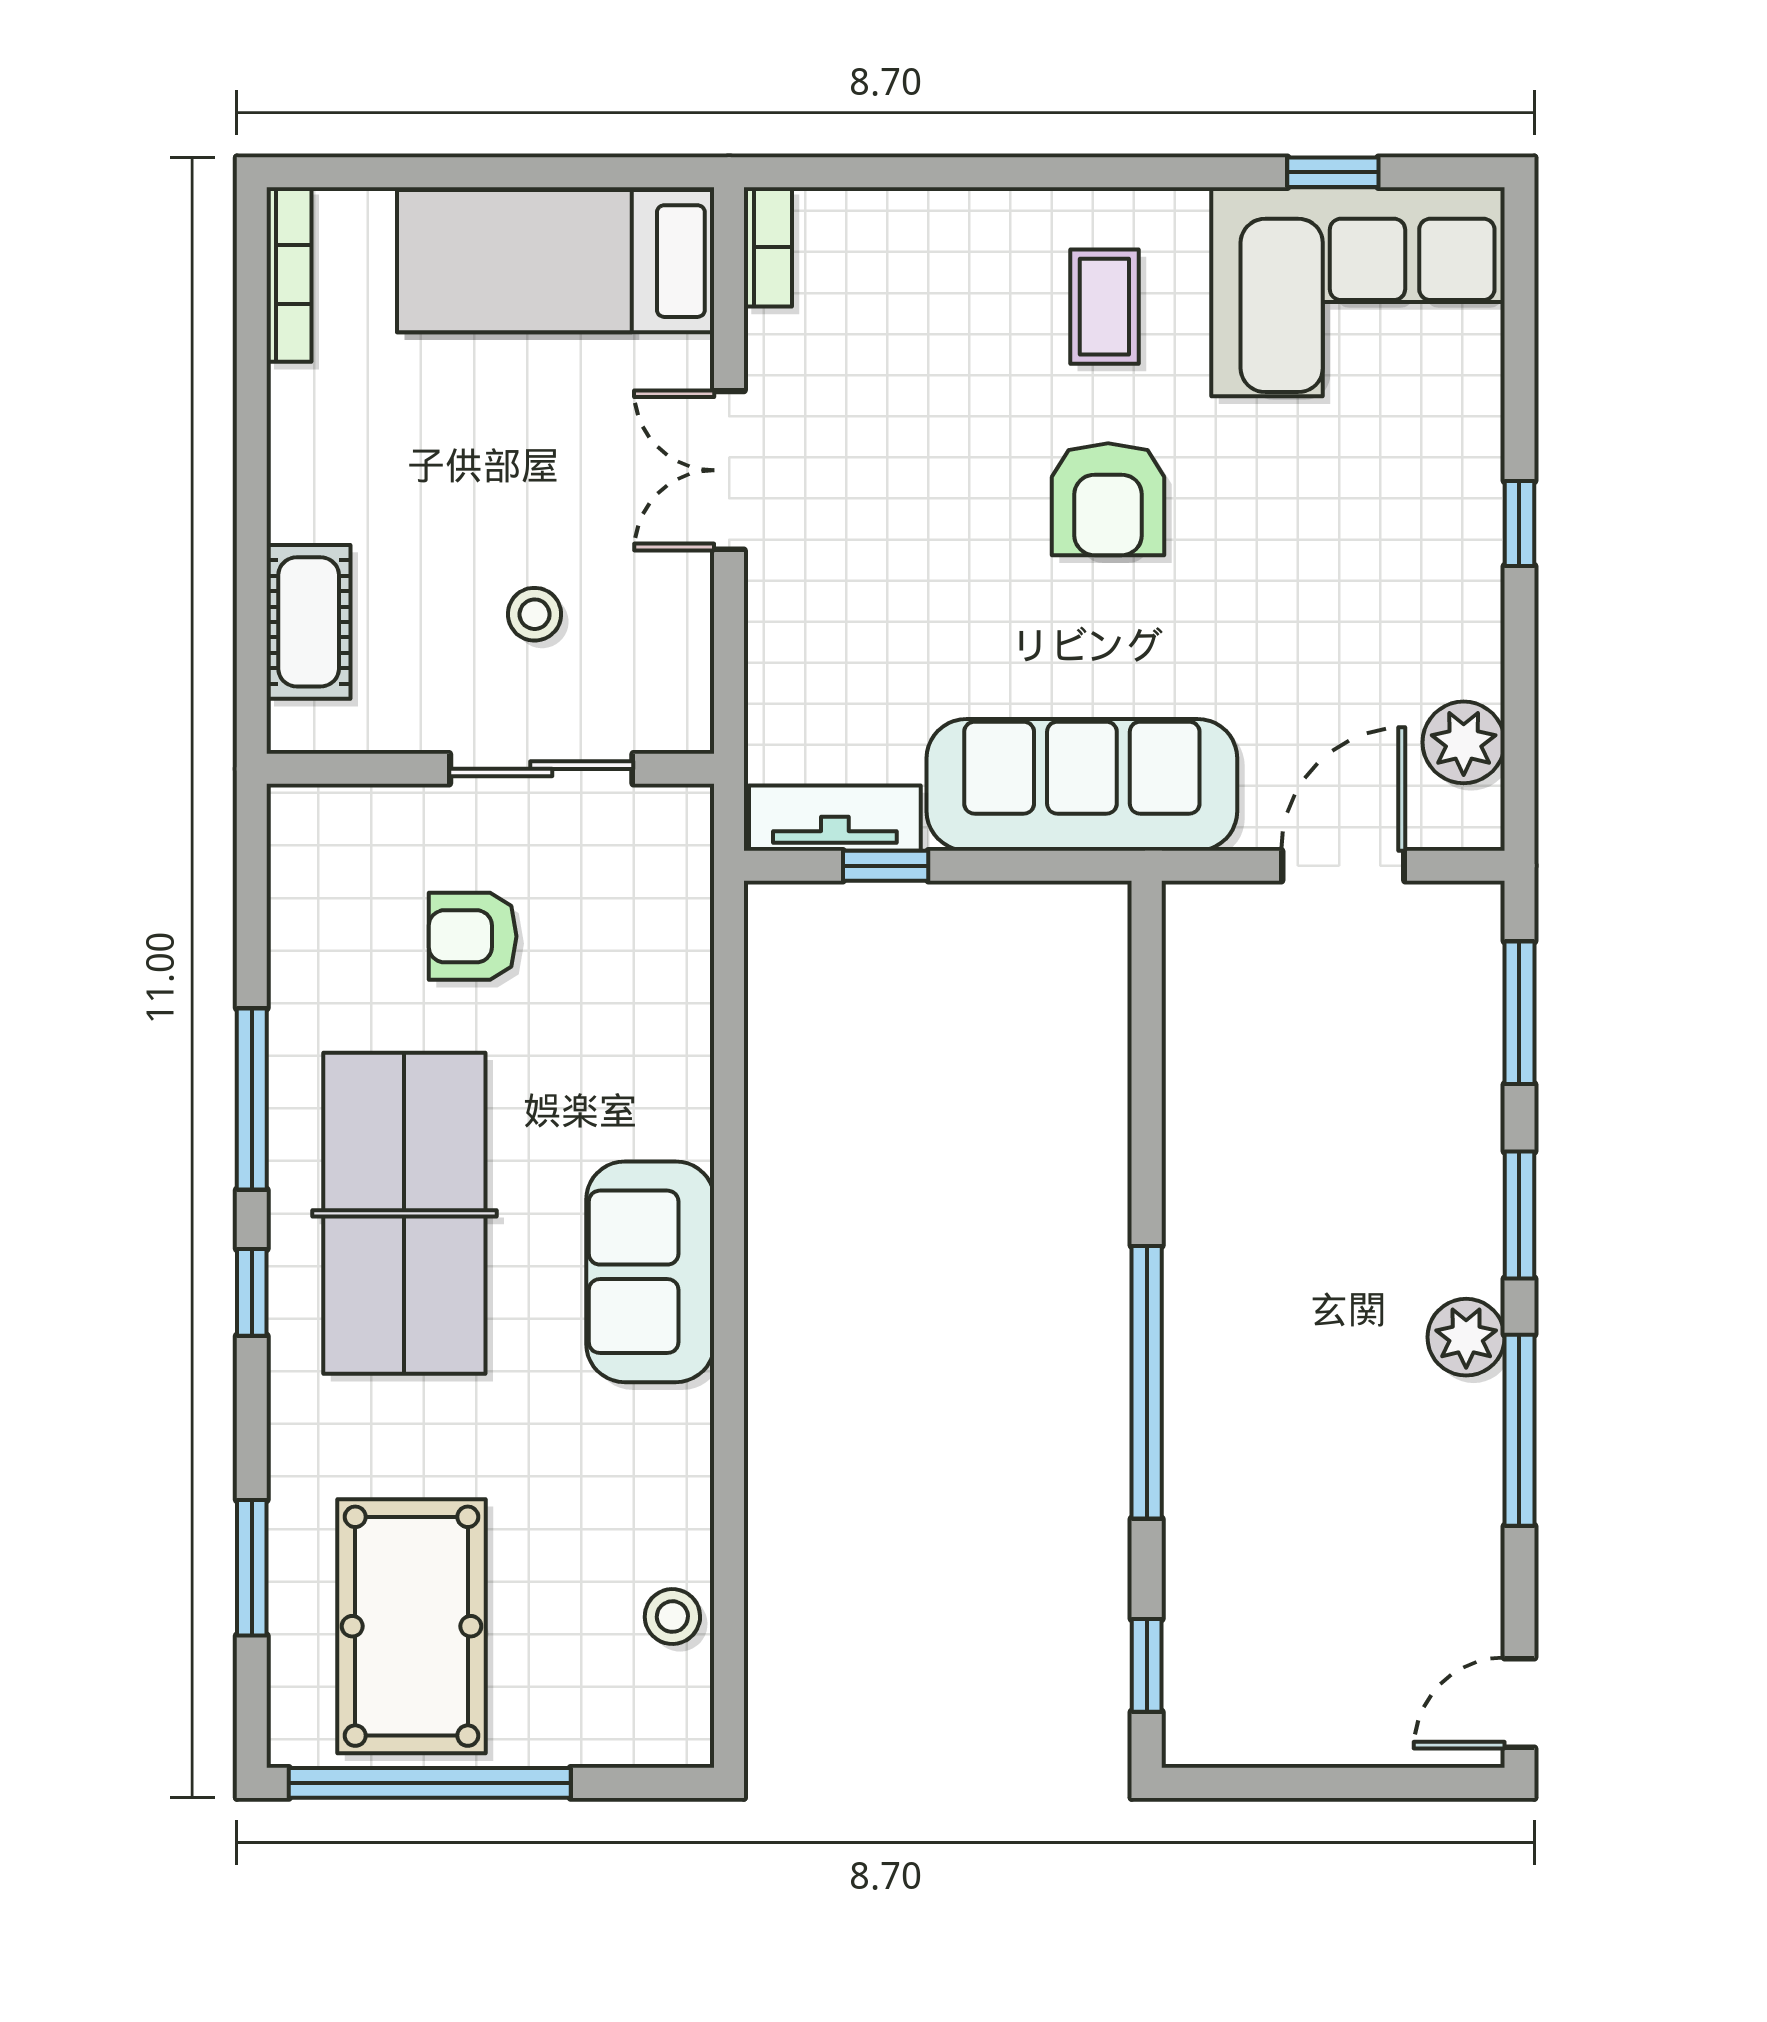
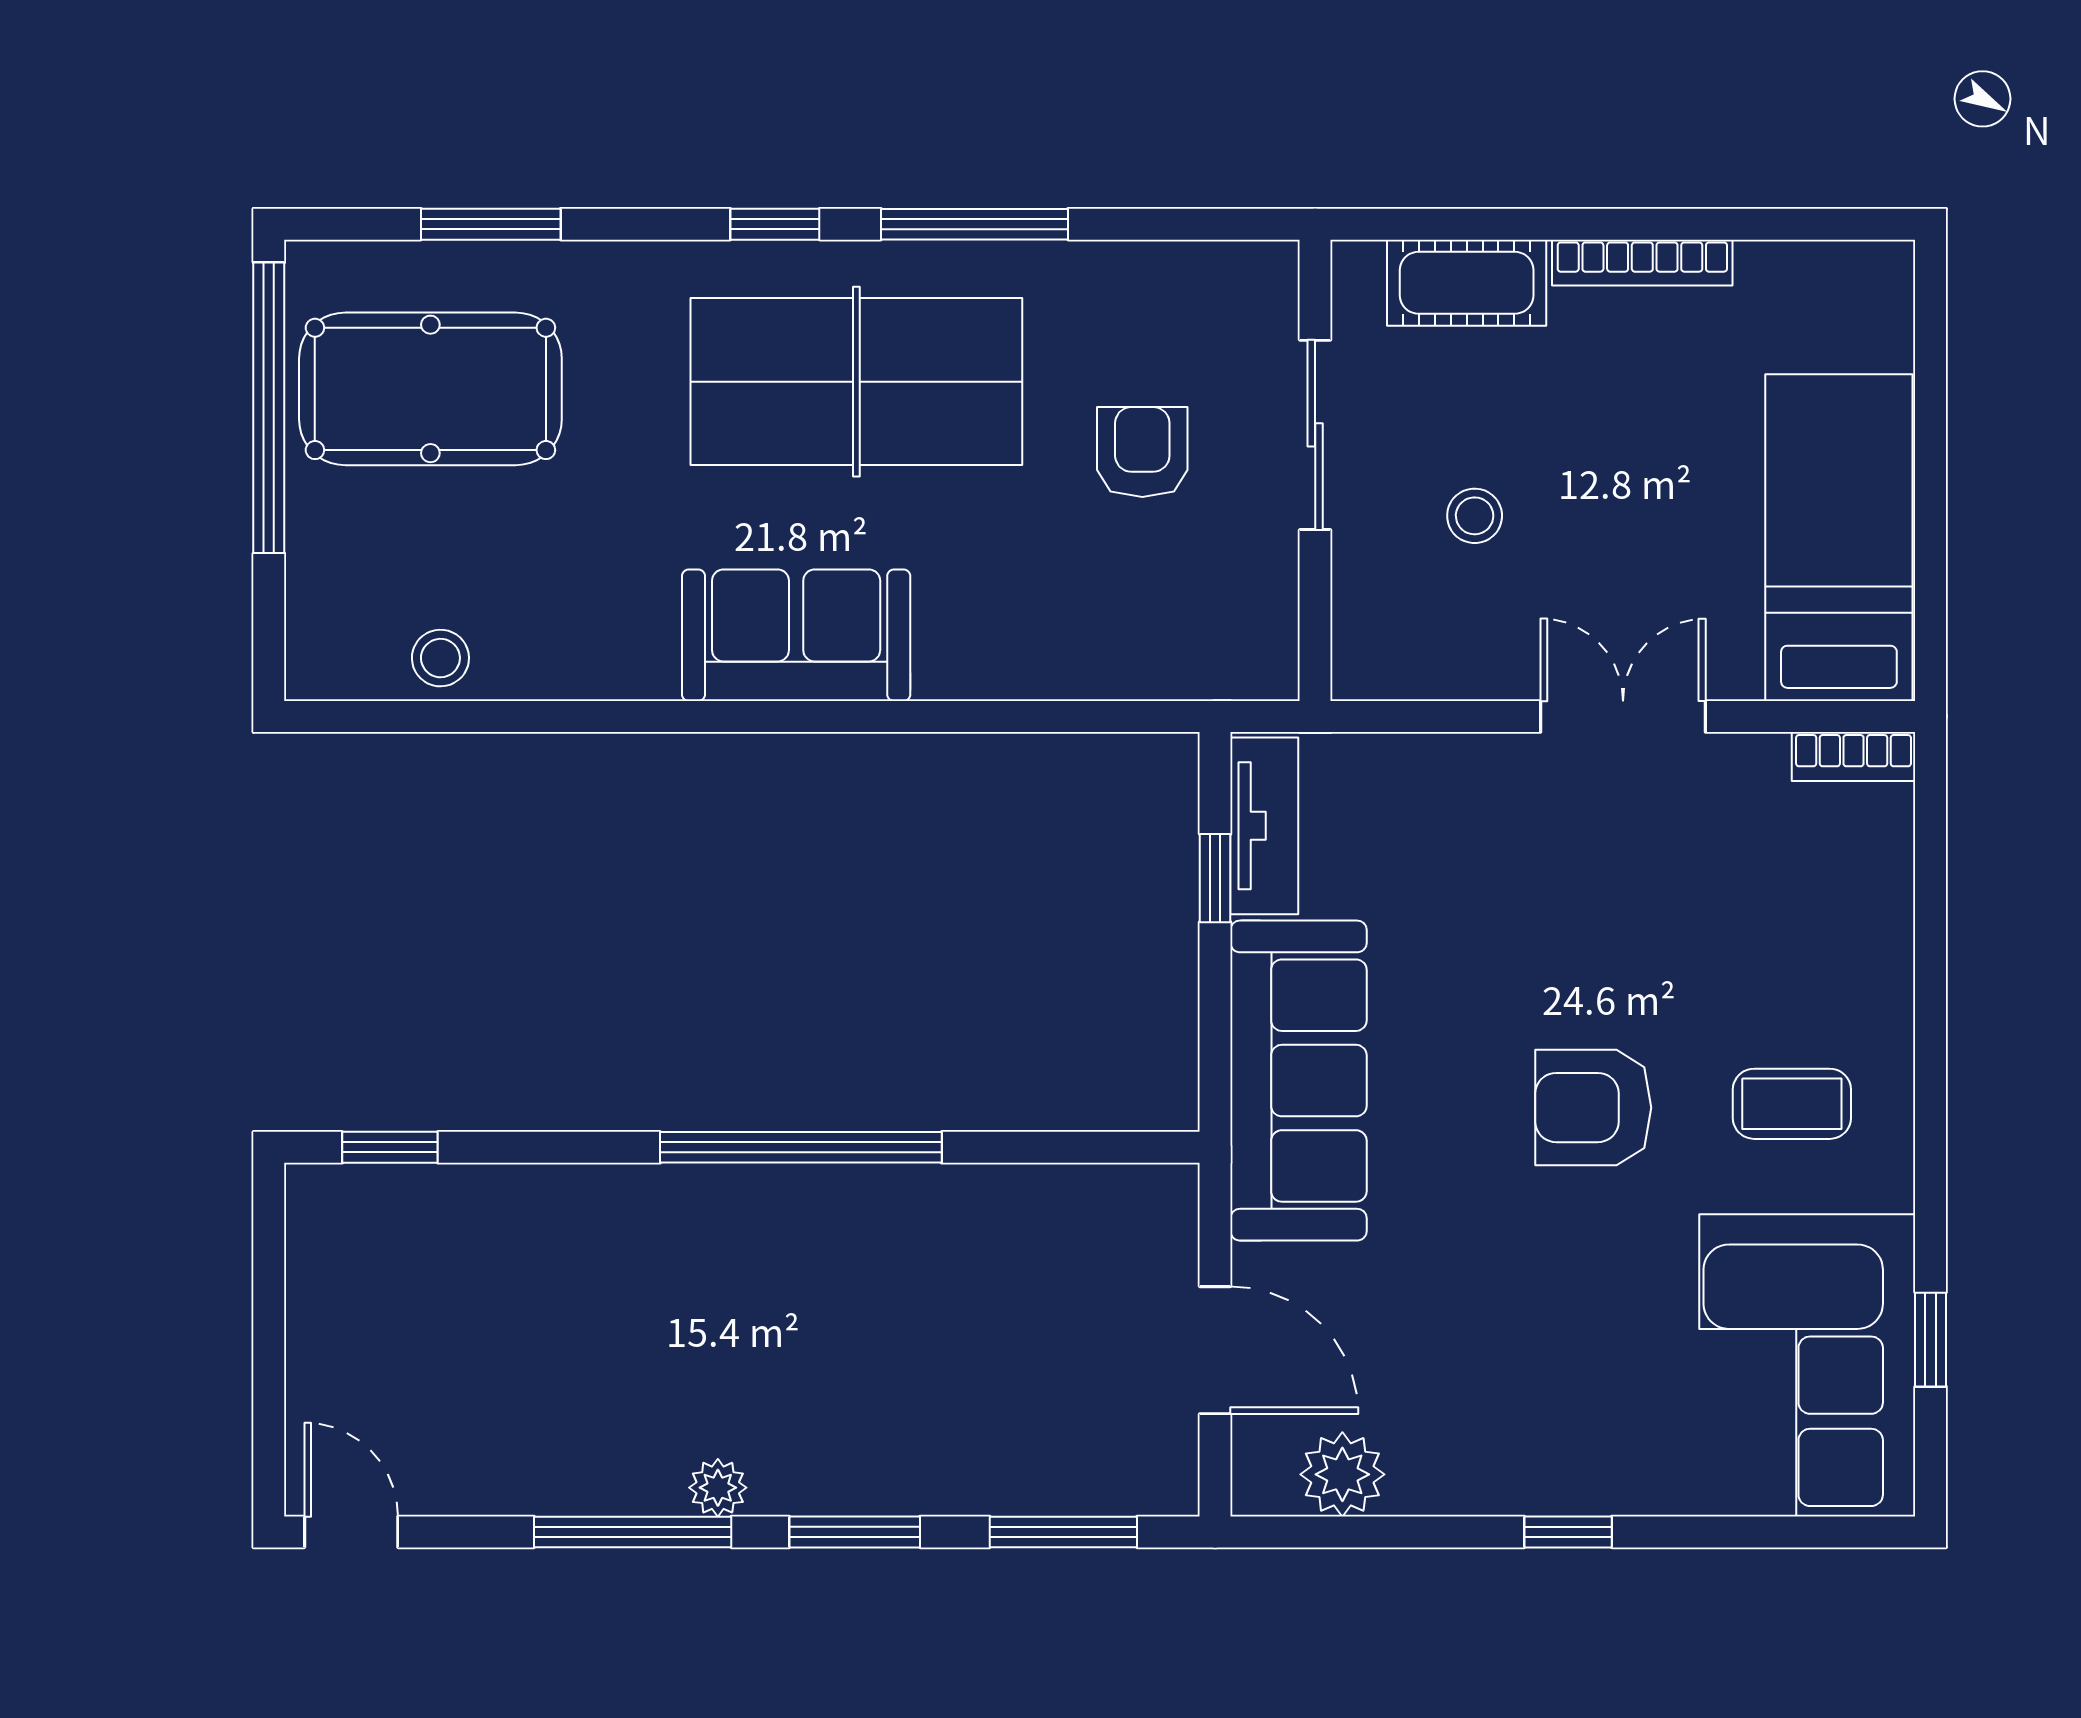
bookcase: (289, 275) -> (1642, 263), moved
sliding door: (541, 769) -> (1315, 435), moved
plant: (1466, 1337) -> (718, 1488), width x0.73, depth x0.73
window: (1147, 1382) -> (801, 1147), moved

